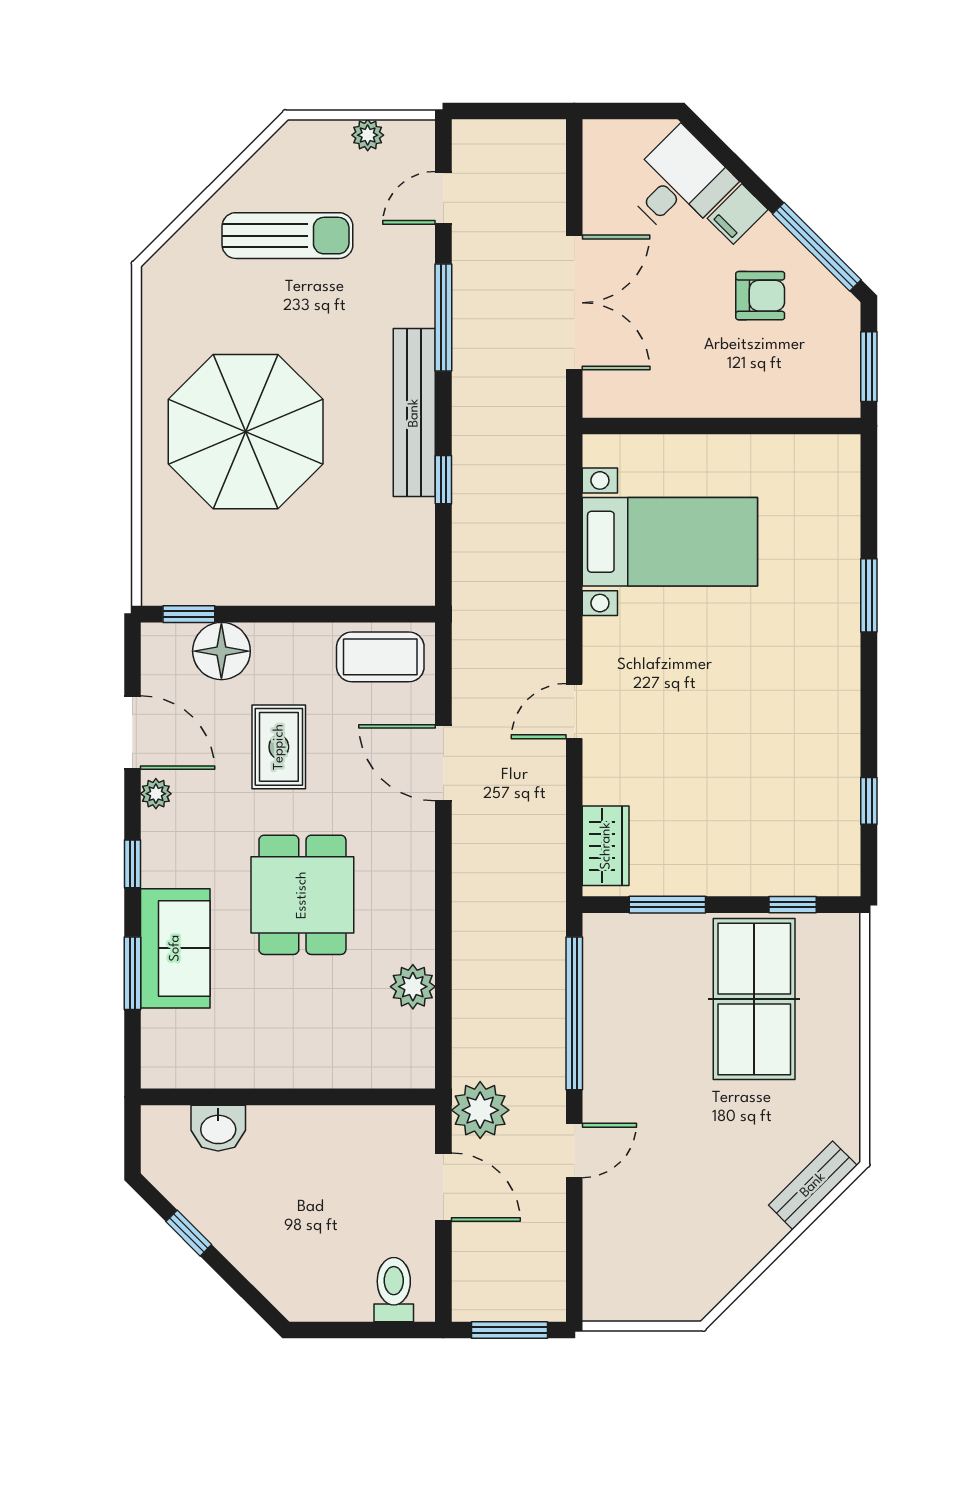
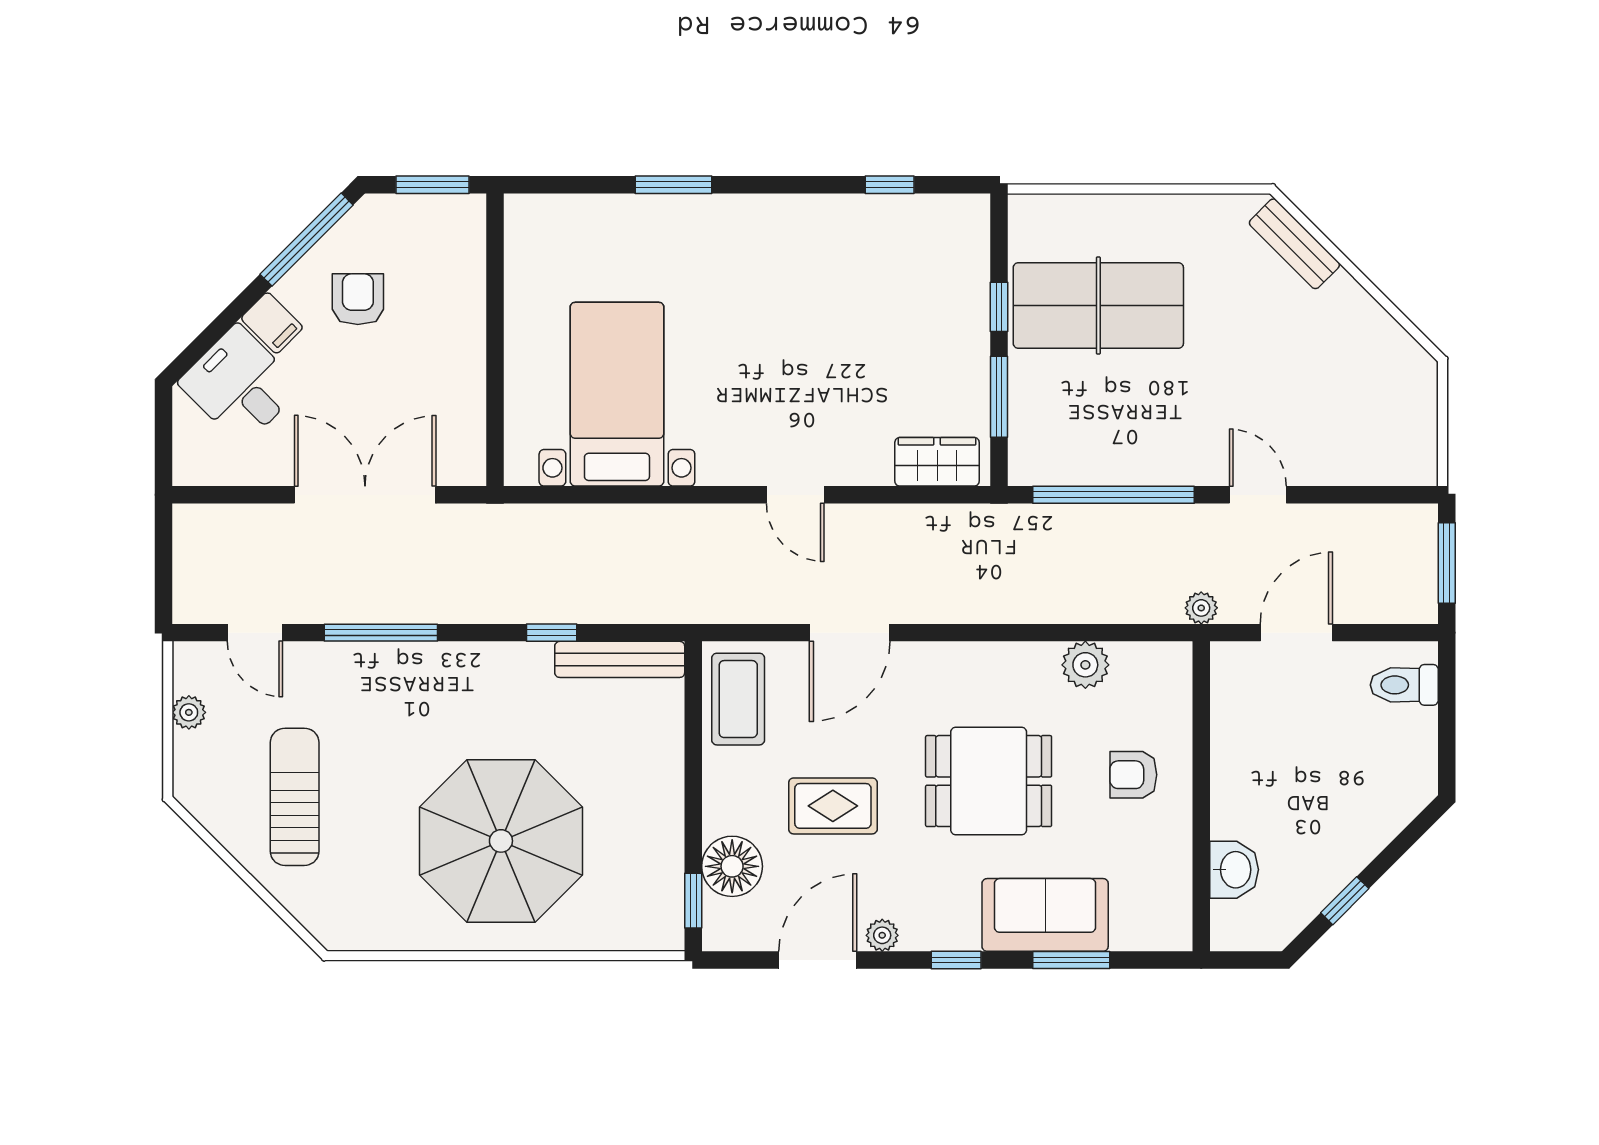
bench: (414, 413) -> (620, 659), moved, width x0.73, depth x0.82
window: (793, 905) -> (999, 307), moved
armchair: (308, 1032) -> (1133, 775), added
plant: (480, 1110) -> (1201, 608), width x0.53, depth x0.53

